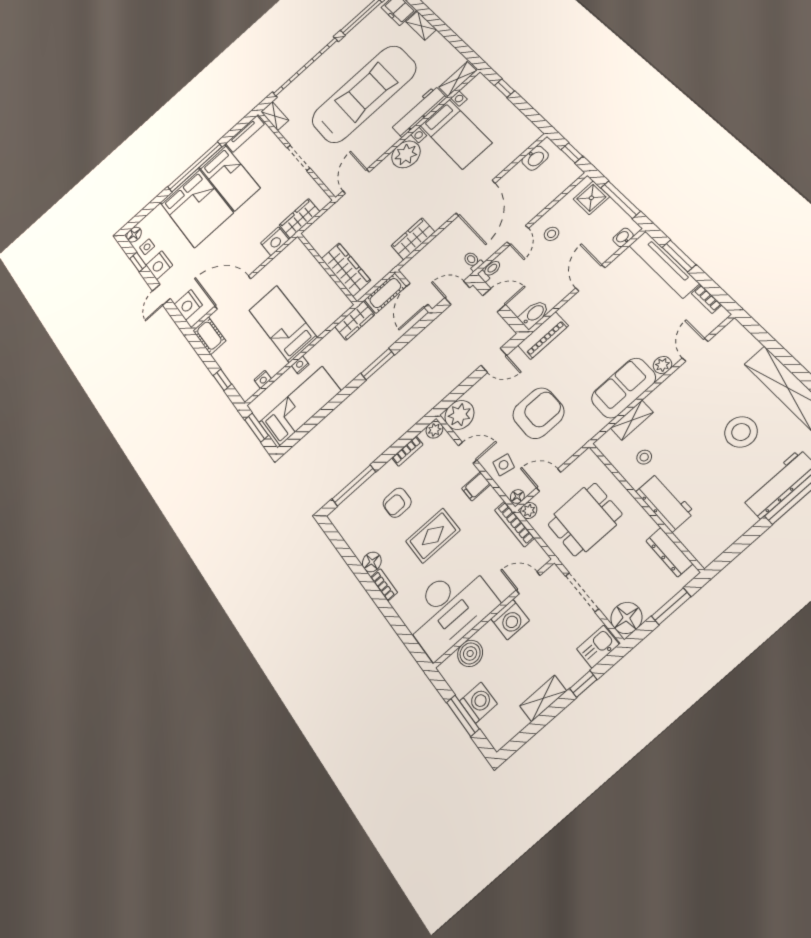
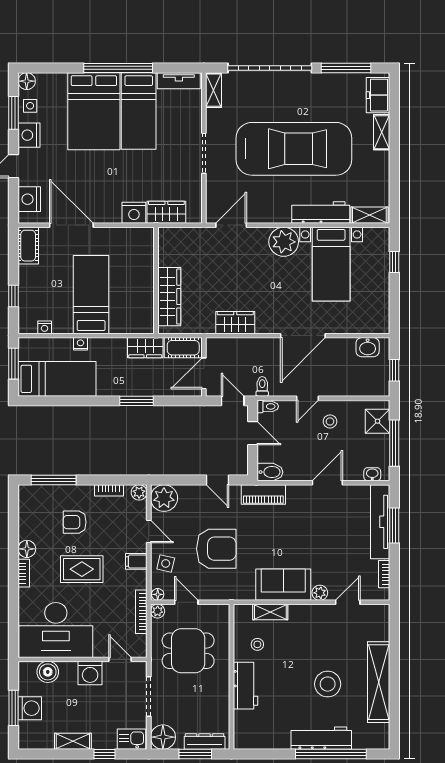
window: (138, 262) -> (13, 113), width x1.50
dresser: (669, 552) -> (205, 742), moved, turned 90

